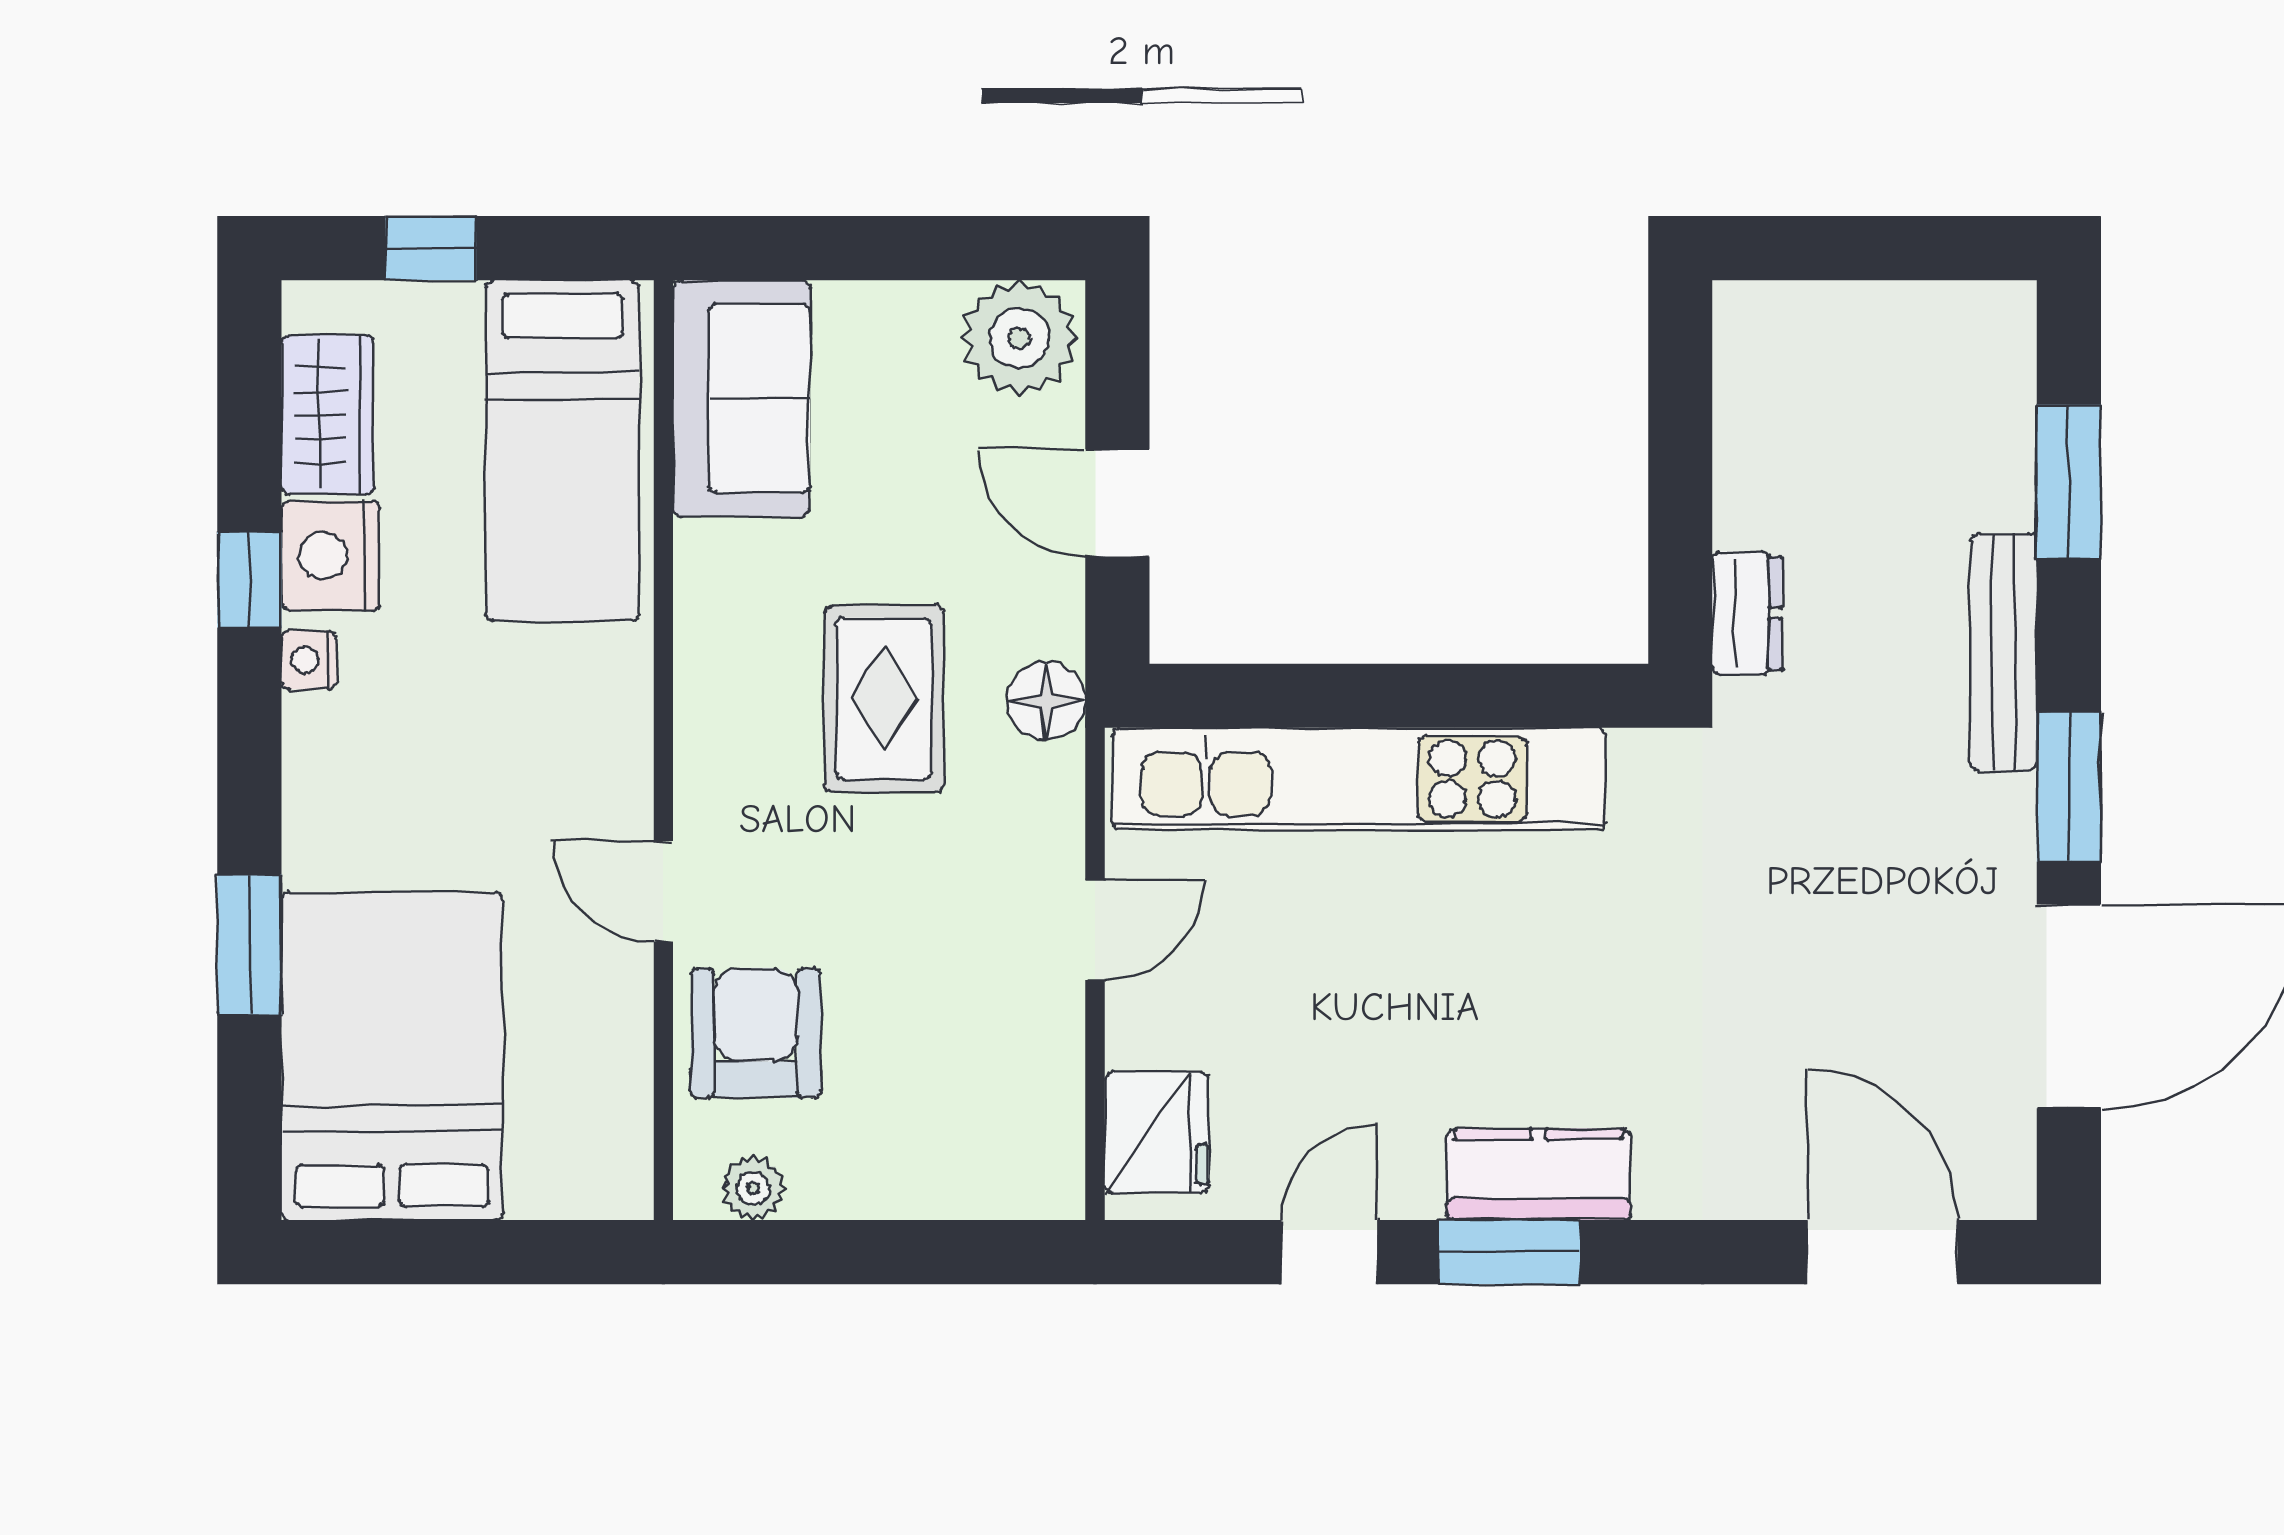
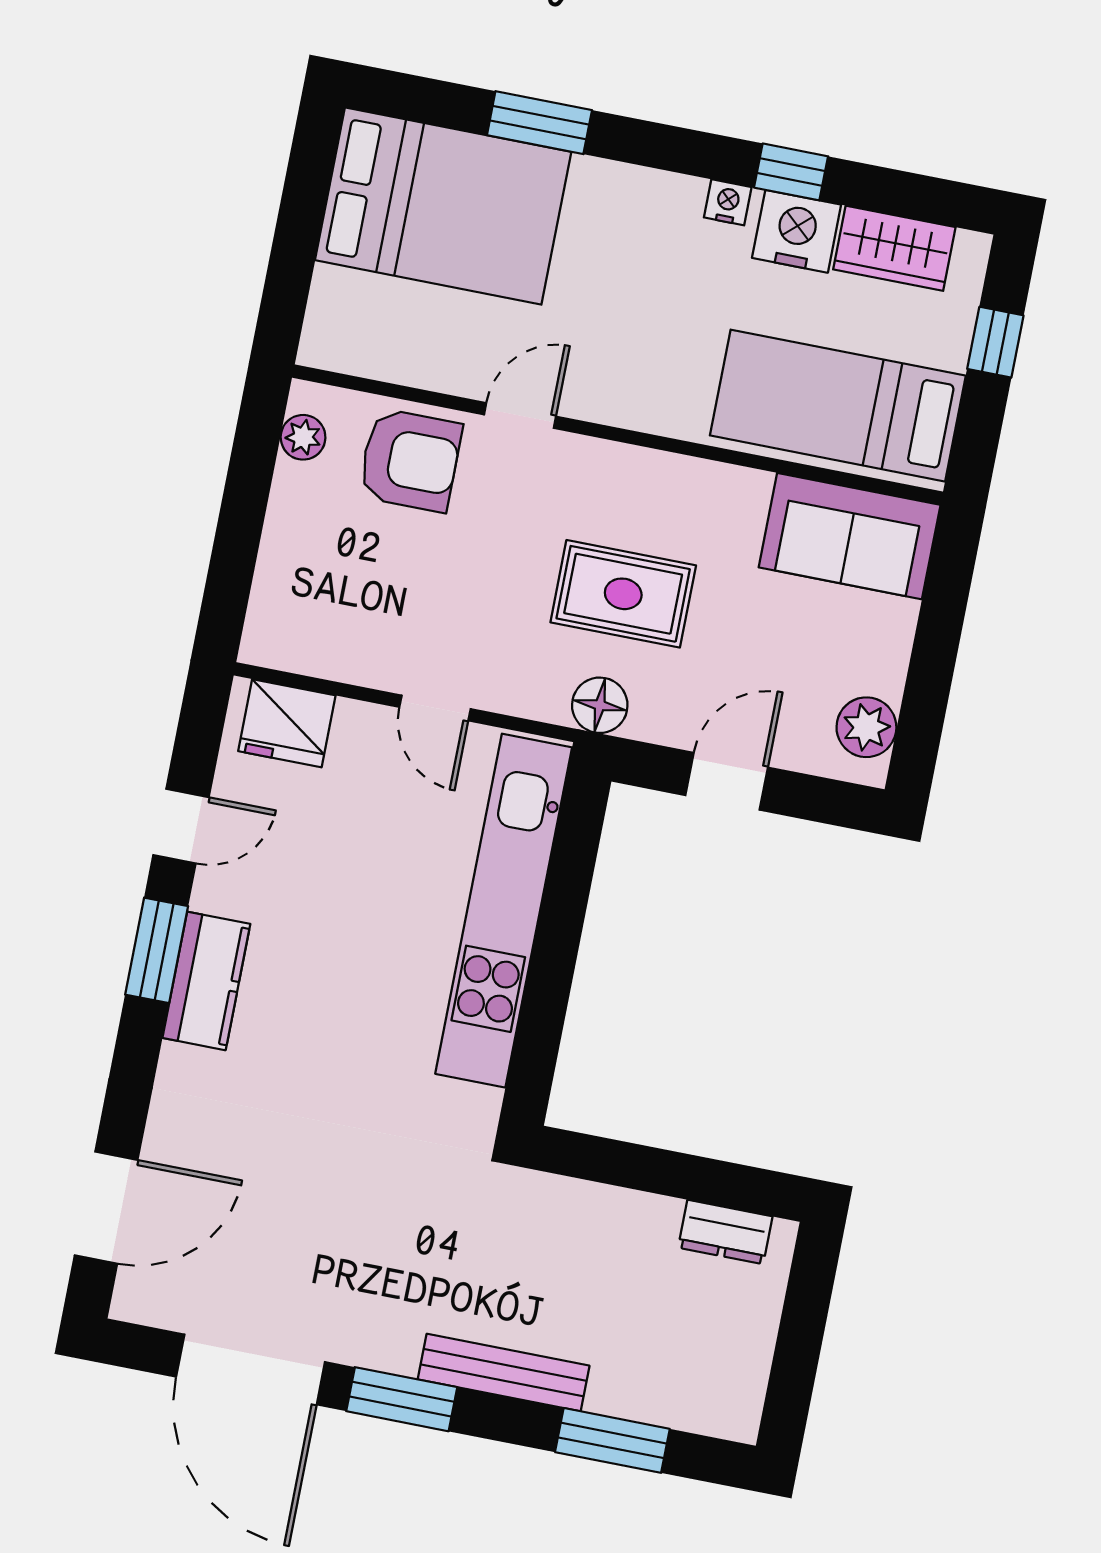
plant: (1019, 338) -> (866, 727), width x0.73, depth x0.73
dresser: (1747, 613) -> (725, 1232), moved
door: (1329, 1252) -> (181, 826), hinge flipped

